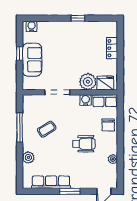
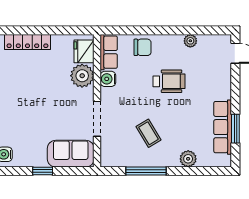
locker: (112, 48) -> (27, 42), width x1.53
sofa: (32, 60) -> (71, 154), moved
wheelchair: (84, 144) -> (169, 81), turned 90
window: (70, 191) -> (235, 129), moved

